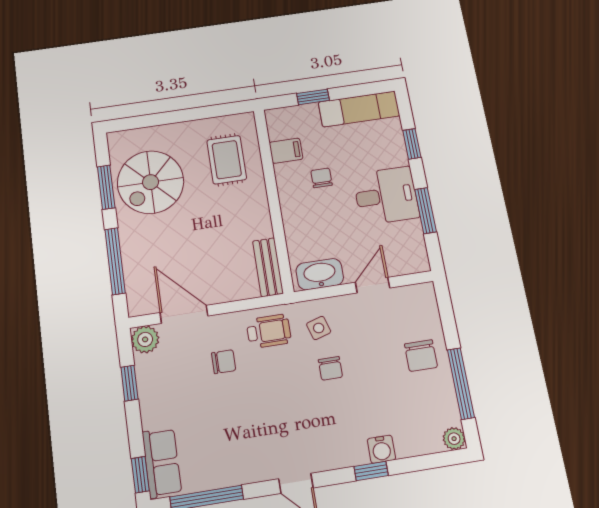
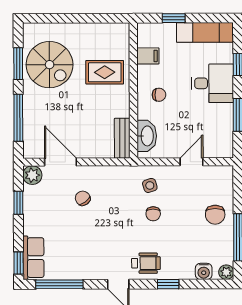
rug: (227, 160) -> (105, 72), moved, turned 90
chair: (322, 178) -> (159, 95), moved, turned 90
spiral stairs: (151, 182) -> (50, 65), turned -90
desk: (386, 196) -> (212, 83), moved
washbasin: (320, 274) -> (147, 136), moved, turned 90
wheelchair: (269, 331) -> (146, 263), moved
chair: (224, 362) -> (83, 198), turned -126
water cooler: (381, 449) -> (204, 271), moved

